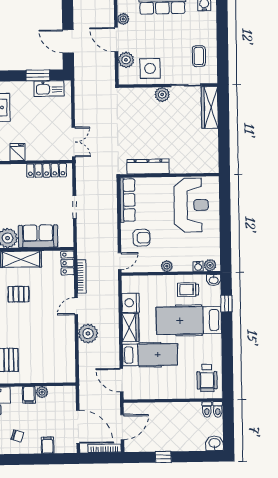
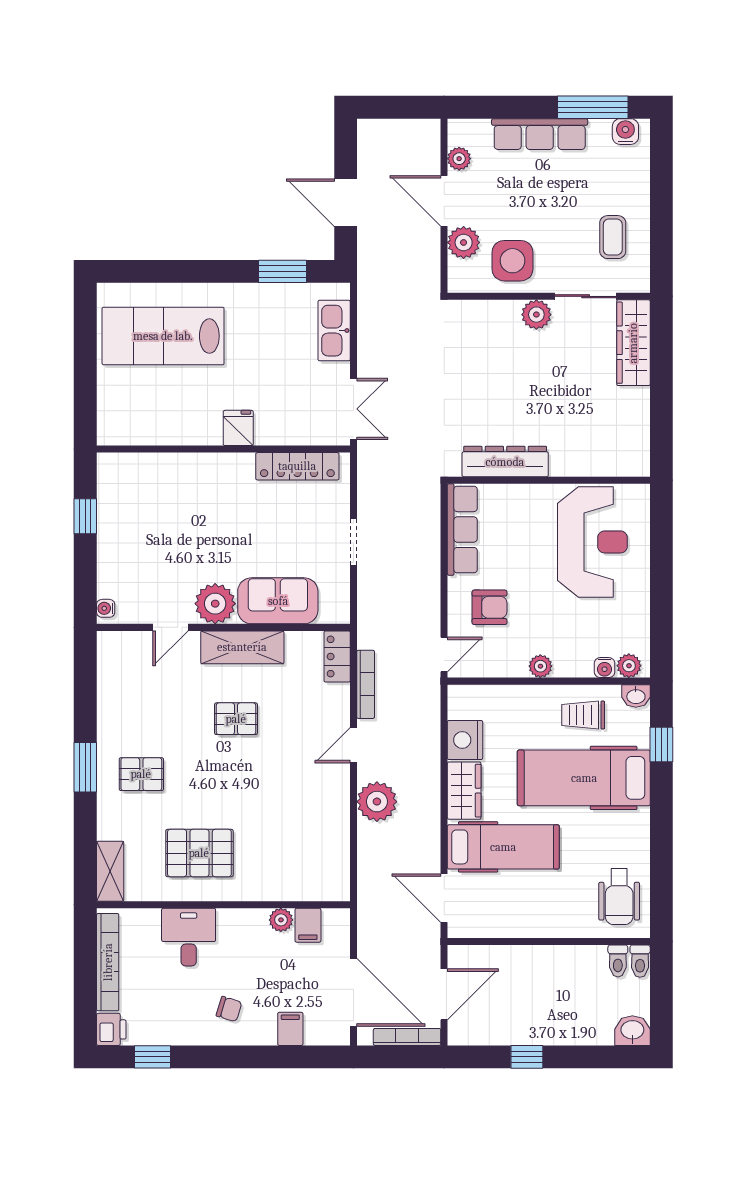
kitchen sink: (49, 89) -> (334, 331), moved, turned 90
filing cabinet: (29, 395) -> (308, 925), moved

